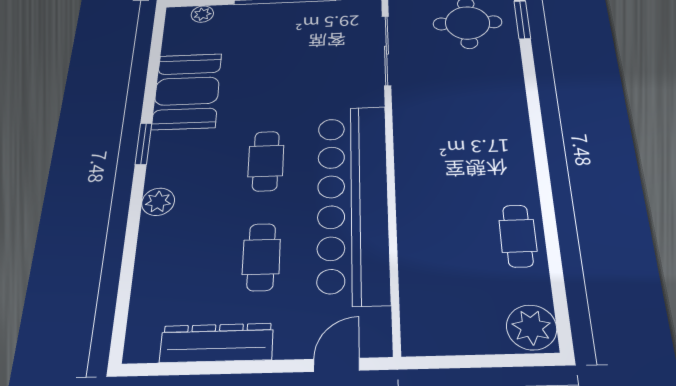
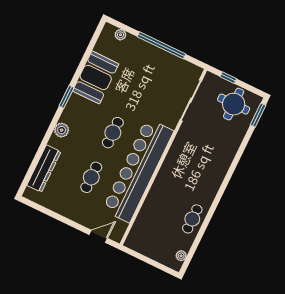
plant: (532, 327) -> (181, 256), width x0.53, depth x0.53
dresser: (217, 343) -> (44, 169), moved, turned 90

